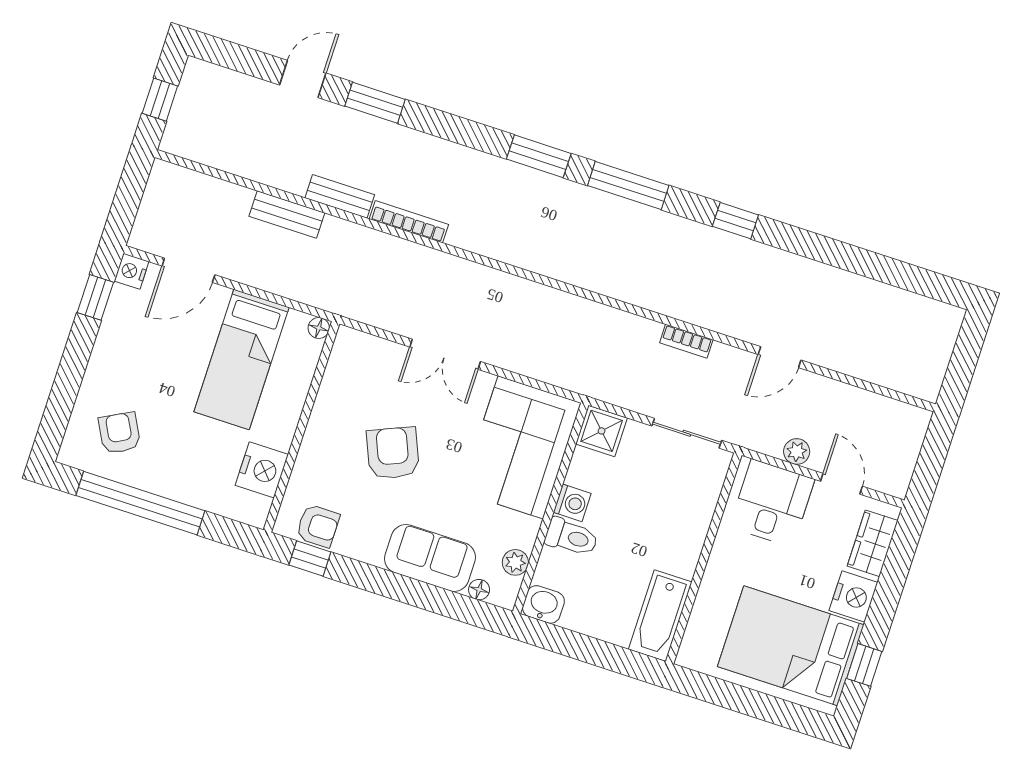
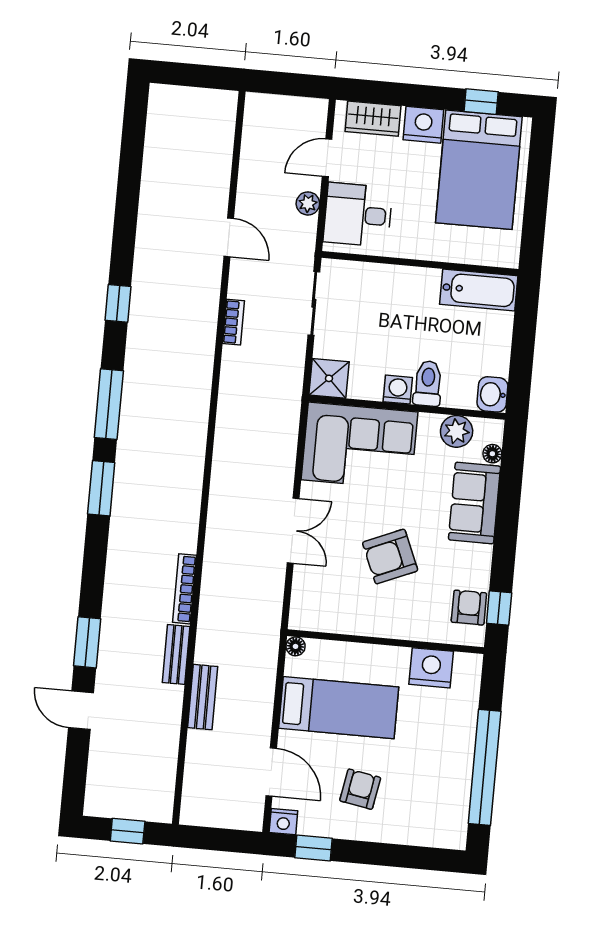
armchair: (119, 433) -> (360, 789), moved, turned 128
plant: (515, 562) -> (457, 431), width x1.38, depth x1.38

